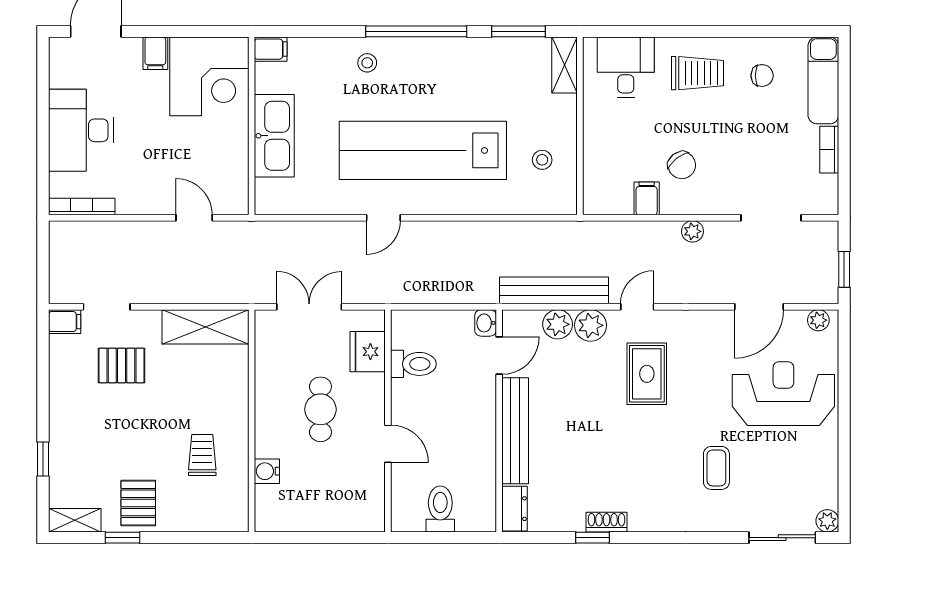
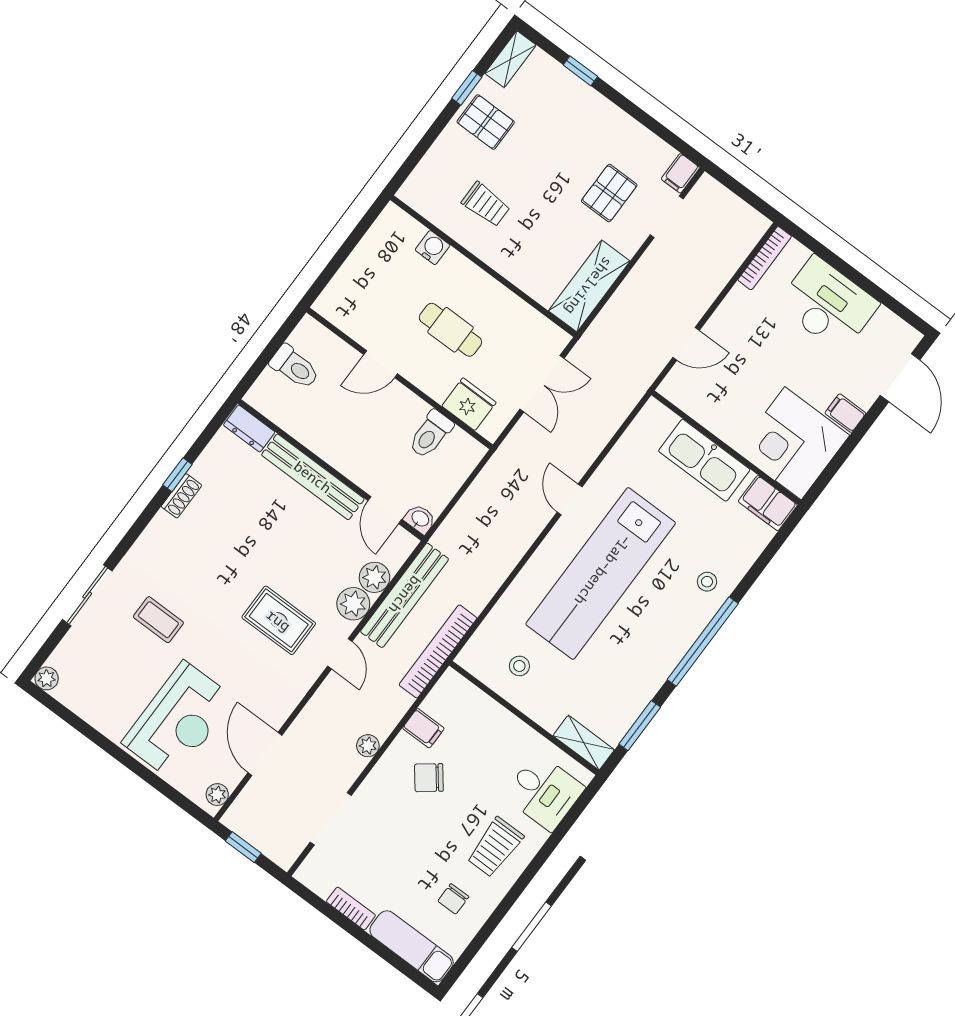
filing cabinet: (271, 49) -> (768, 503), width x2.00
lab bench: (423, 150) -> (601, 573), turned 180
bookcase: (578, 232) -> (438, 651), added
sliding door: (782, 538) -> (87, 595), moved

